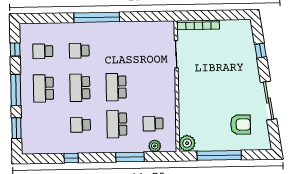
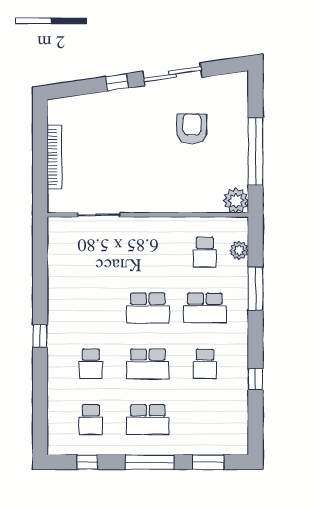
window: (97, 17) -> (40, 336), width x0.32
bookcase: (198, 25) -> (54, 157), moved
window: (260, 51) -> (117, 82), moved
armchair: (241, 125) -> (192, 129), moved

